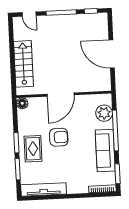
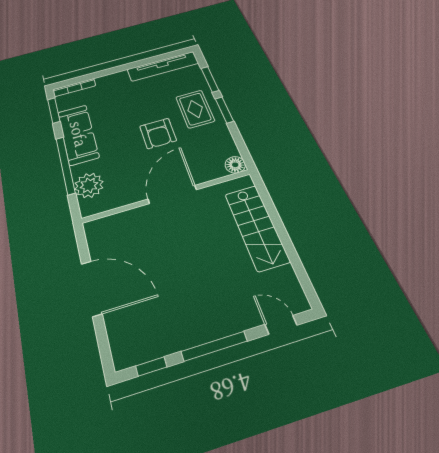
armchair: (59, 137) -> (158, 133), turned -90

